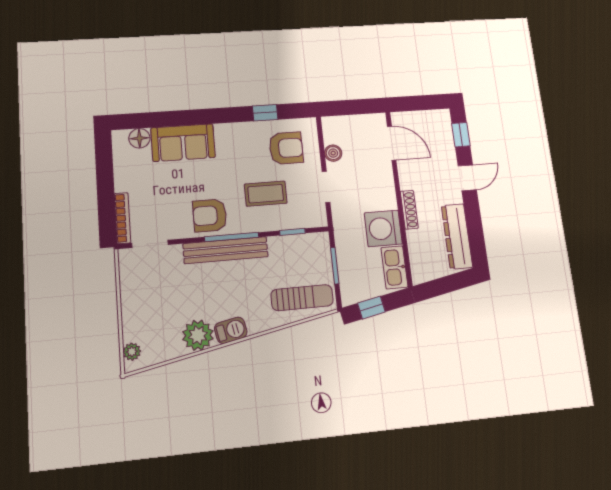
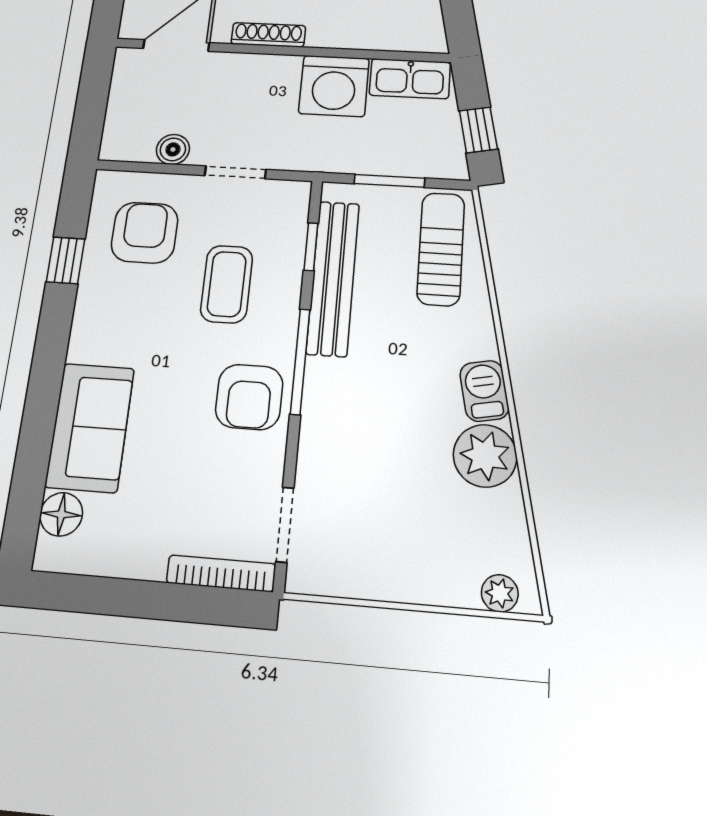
shoe rack: (409, 210) -> (268, 35), moved
bench: (226, 250) -> (333, 278), moved

